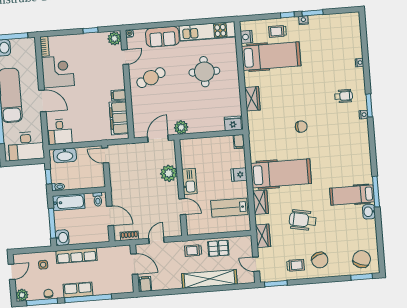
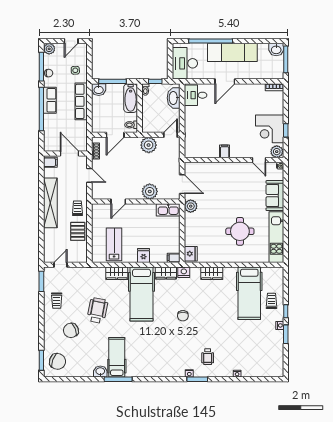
nightstand: (246, 37) -> (184, 272), moved
corner desk: (58, 72) -> (270, 129), moved, turned 90
cafe table: (151, 78) -> (238, 182), removed
filing cabinet: (119, 118) -> (204, 150), removed
plant: (118, 179) -> (149, 145), added
kitchen sink: (189, 181) -> (168, 210), moved
wardrobe: (263, 236) -> (166, 273), moved
chair: (320, 260) -> (71, 330), moved
door: (134, 264) -> (69, 153), swing flipped
door: (12, 272) -> (71, 41), hinge flipped
shelving: (209, 279) -> (50, 203), moved

